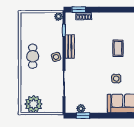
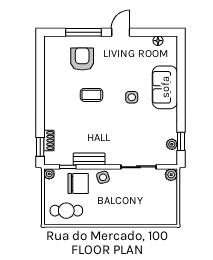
chair: (51, 38) -> (78, 183), added
cafe table: (33, 56) -> (66, 211), moved
plant: (33, 104) -> (171, 175), moved, width x0.53, depth x0.53

